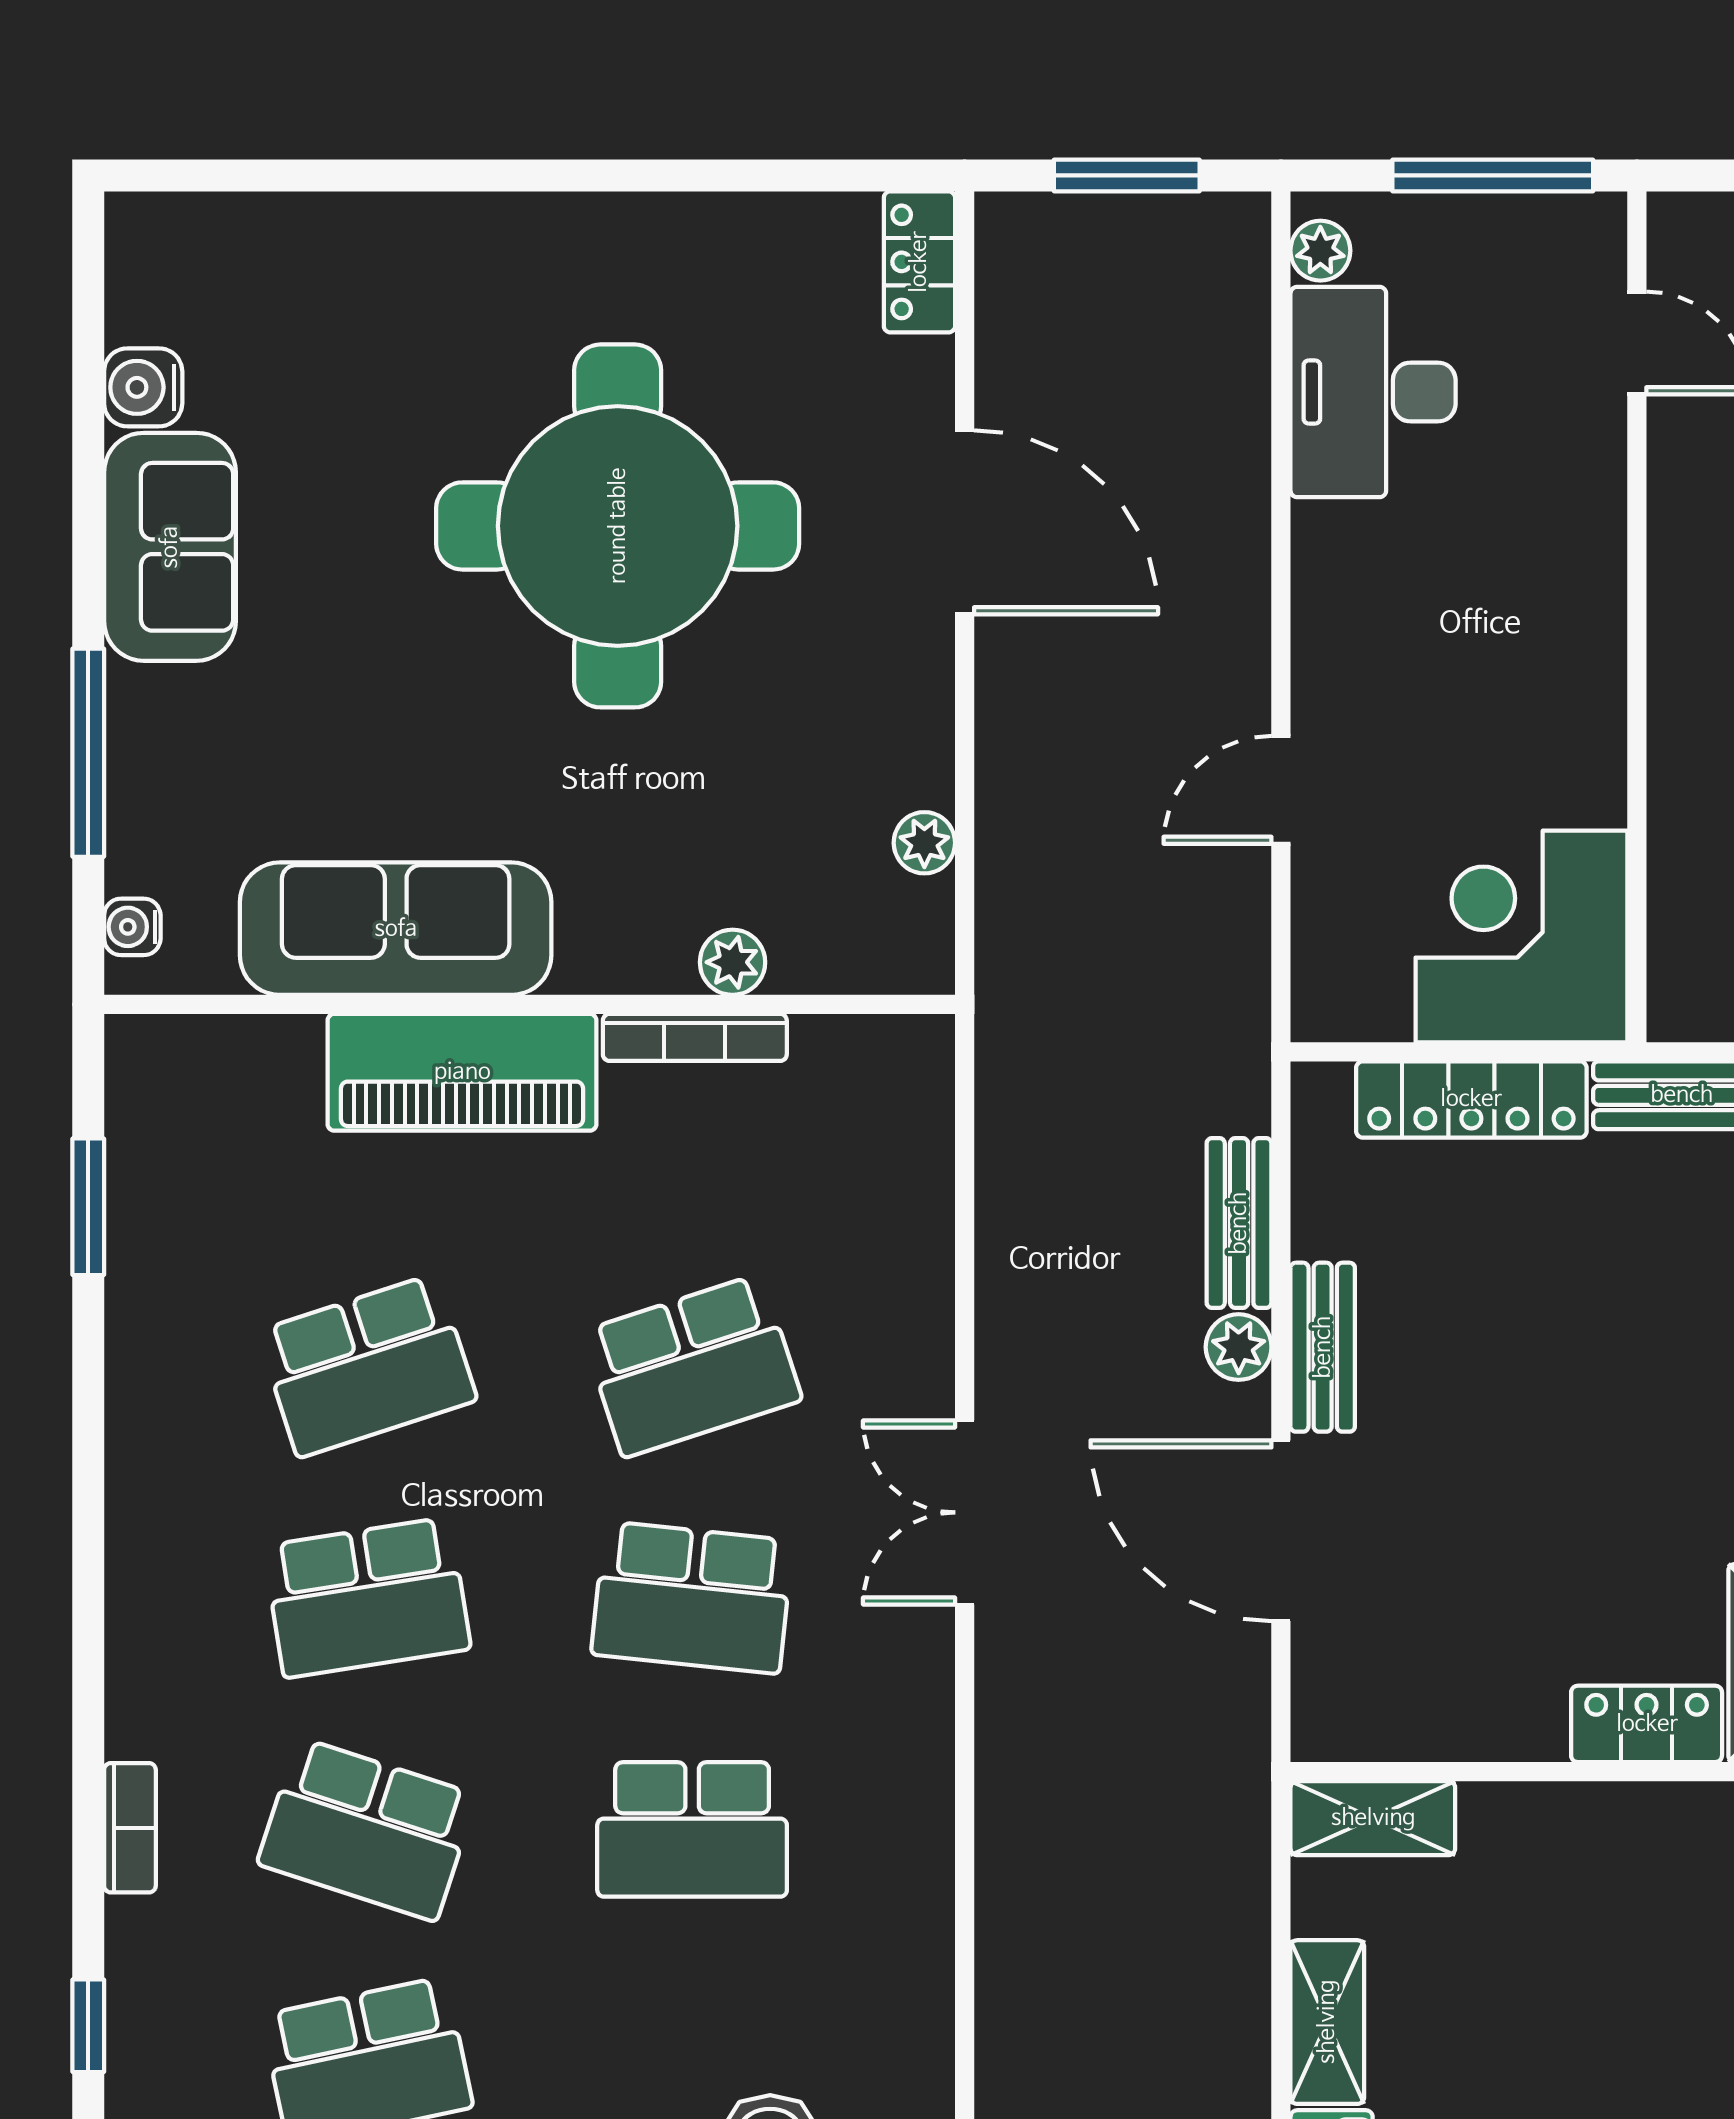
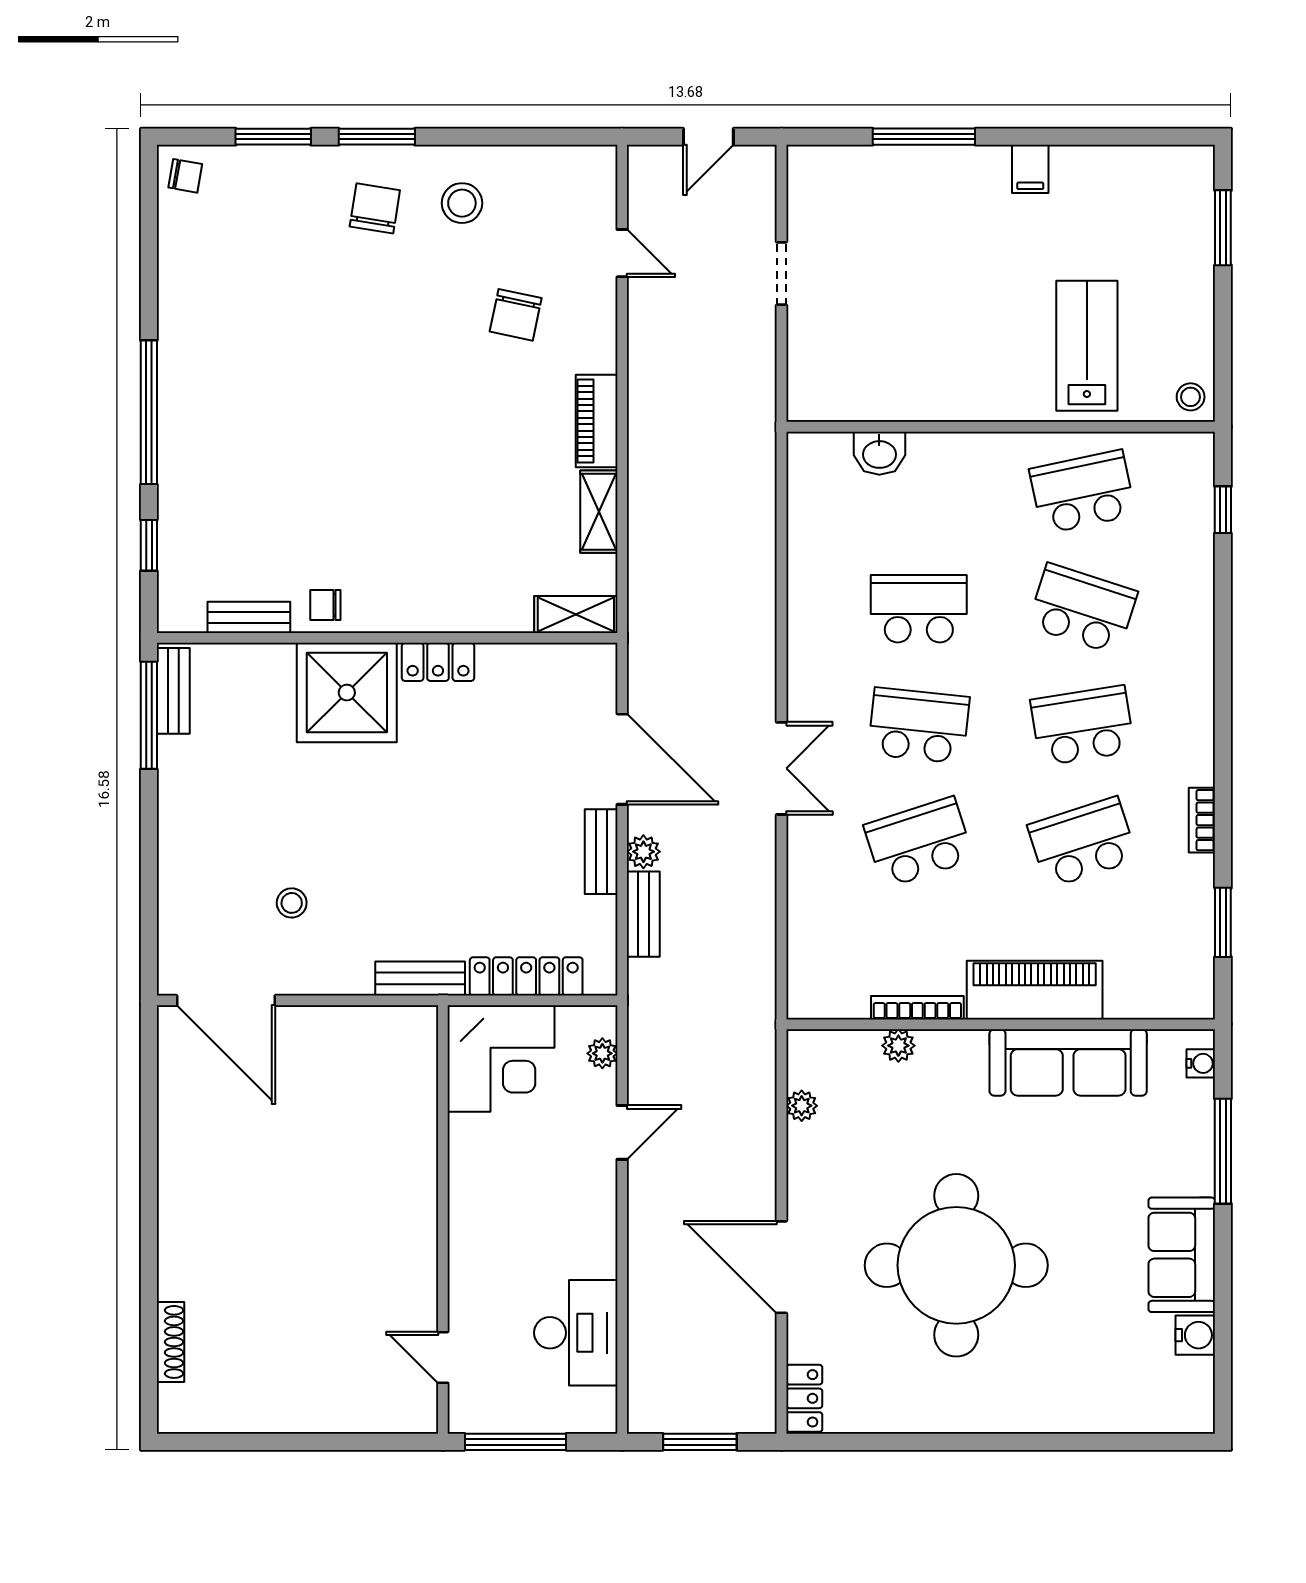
plant: (1320, 251) -> (602, 1053), moved
bookcase: (130, 1828) -> (1202, 820), moved

